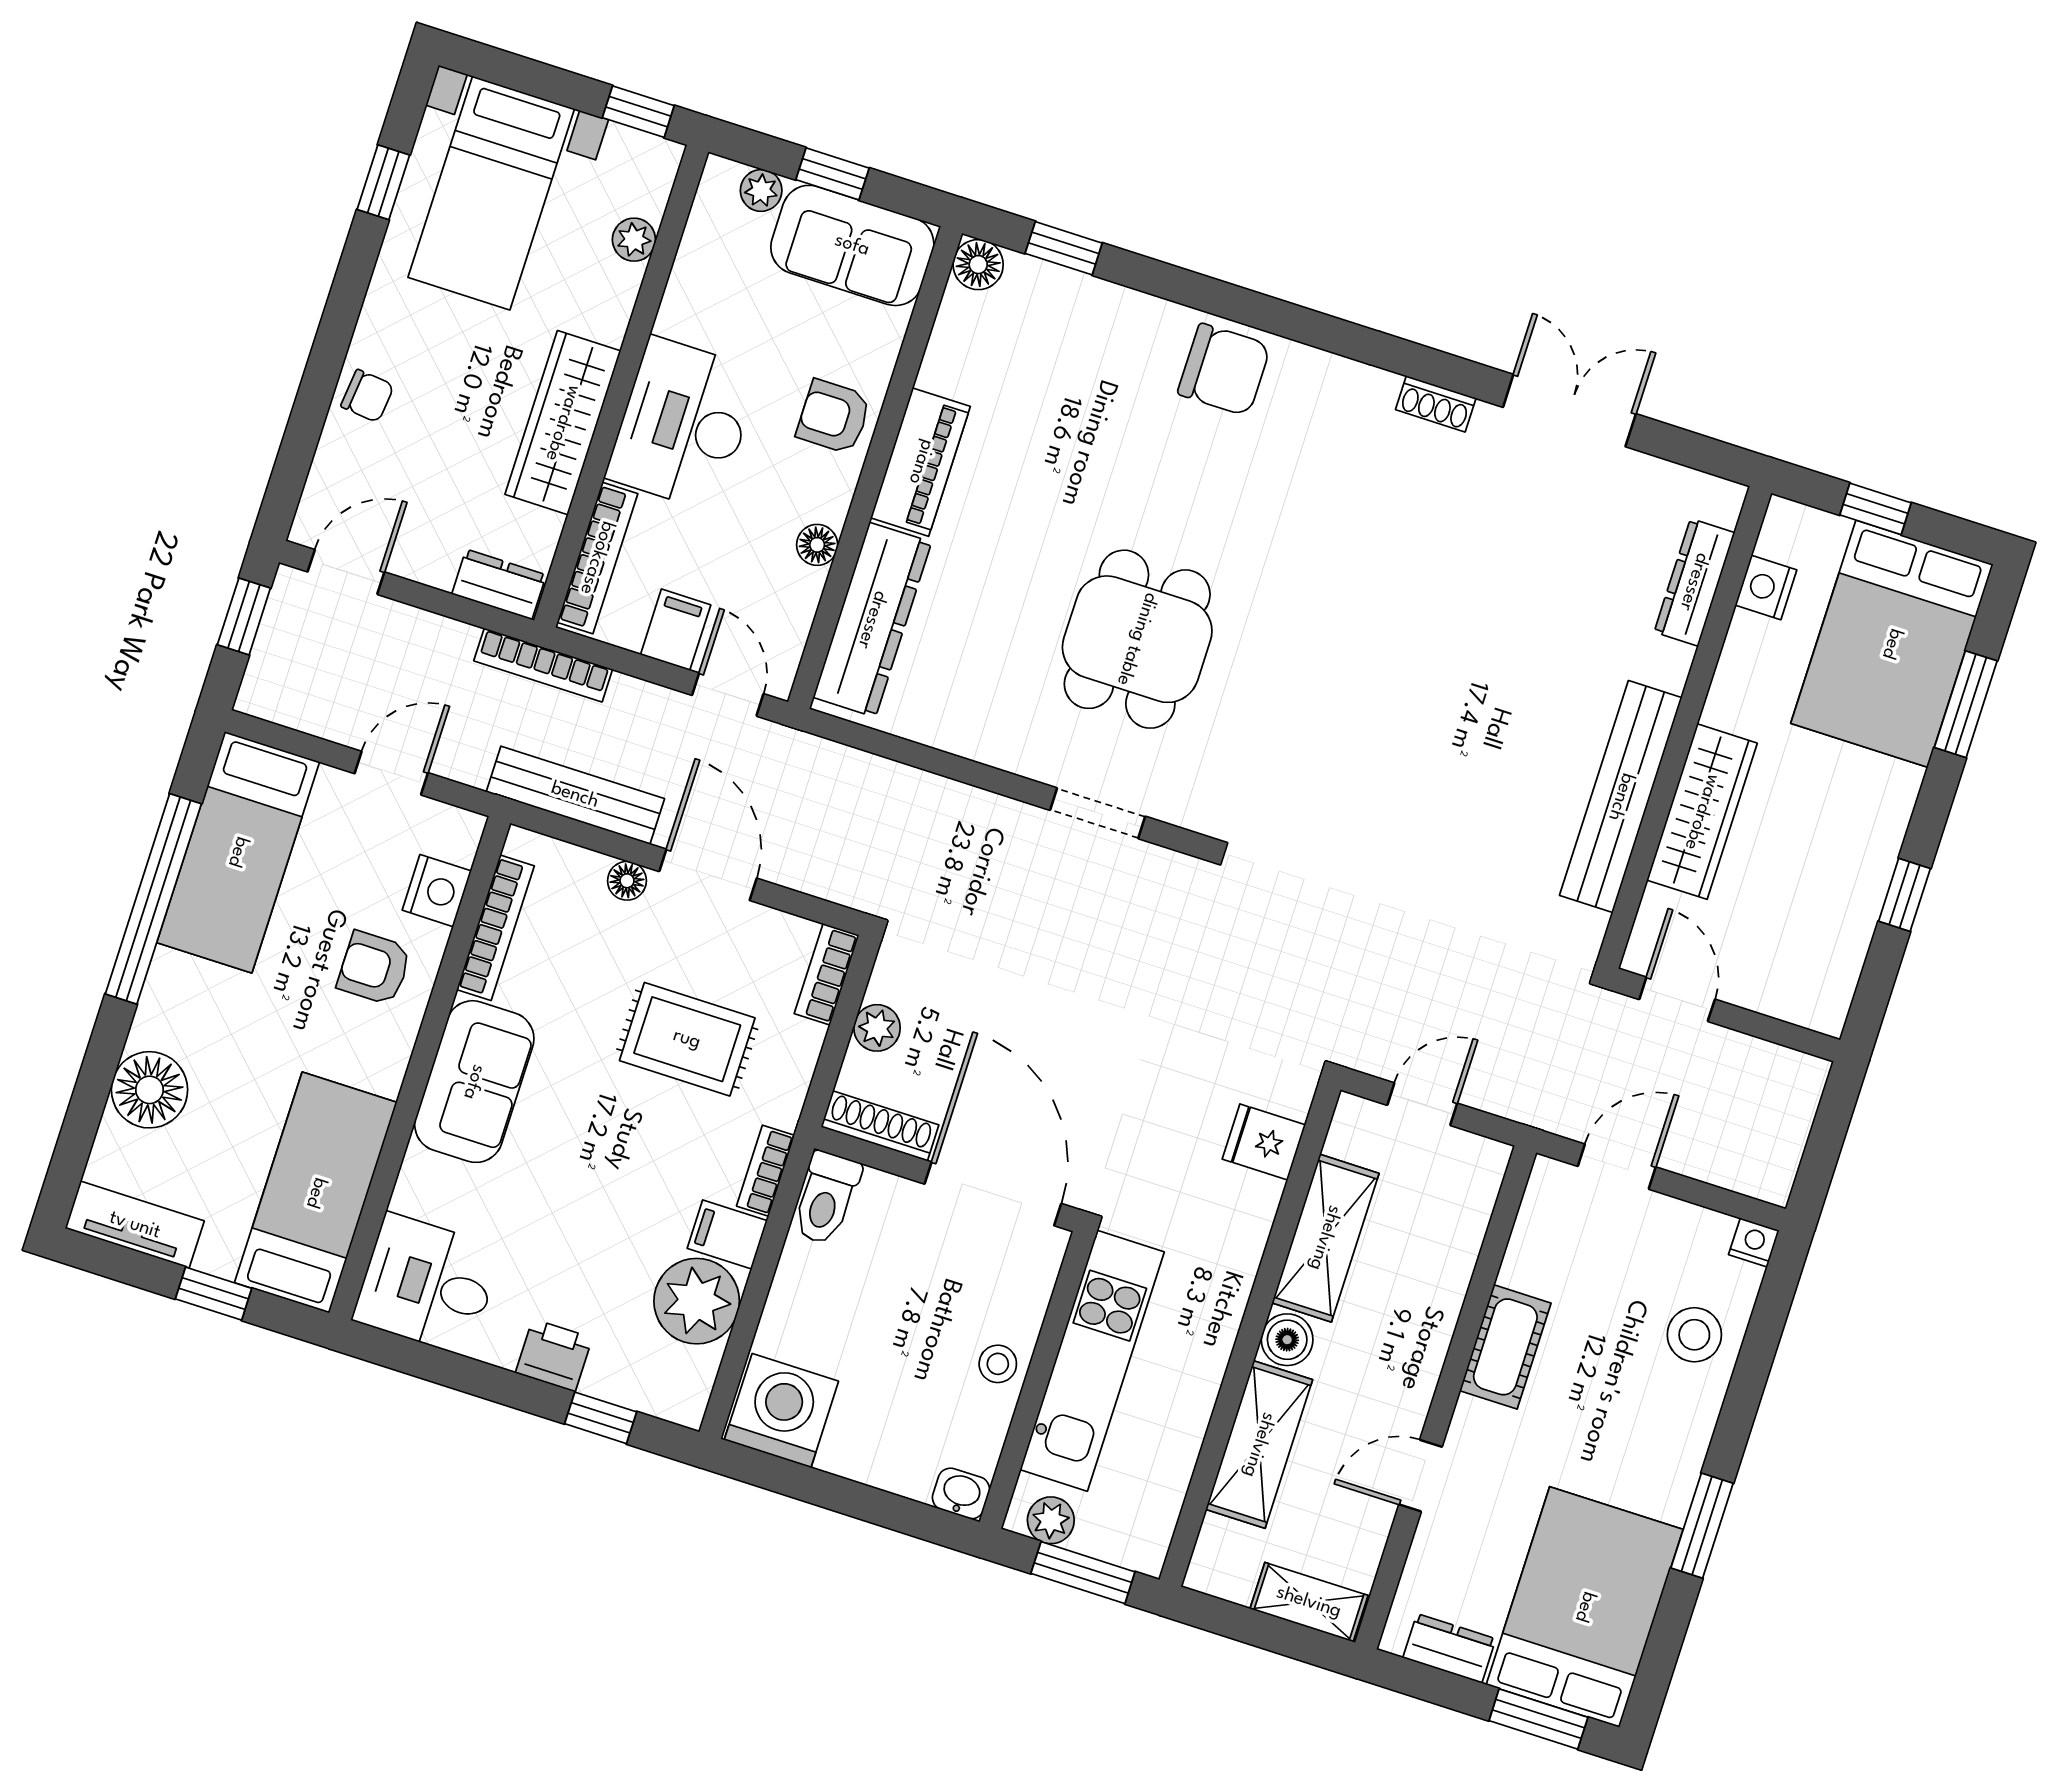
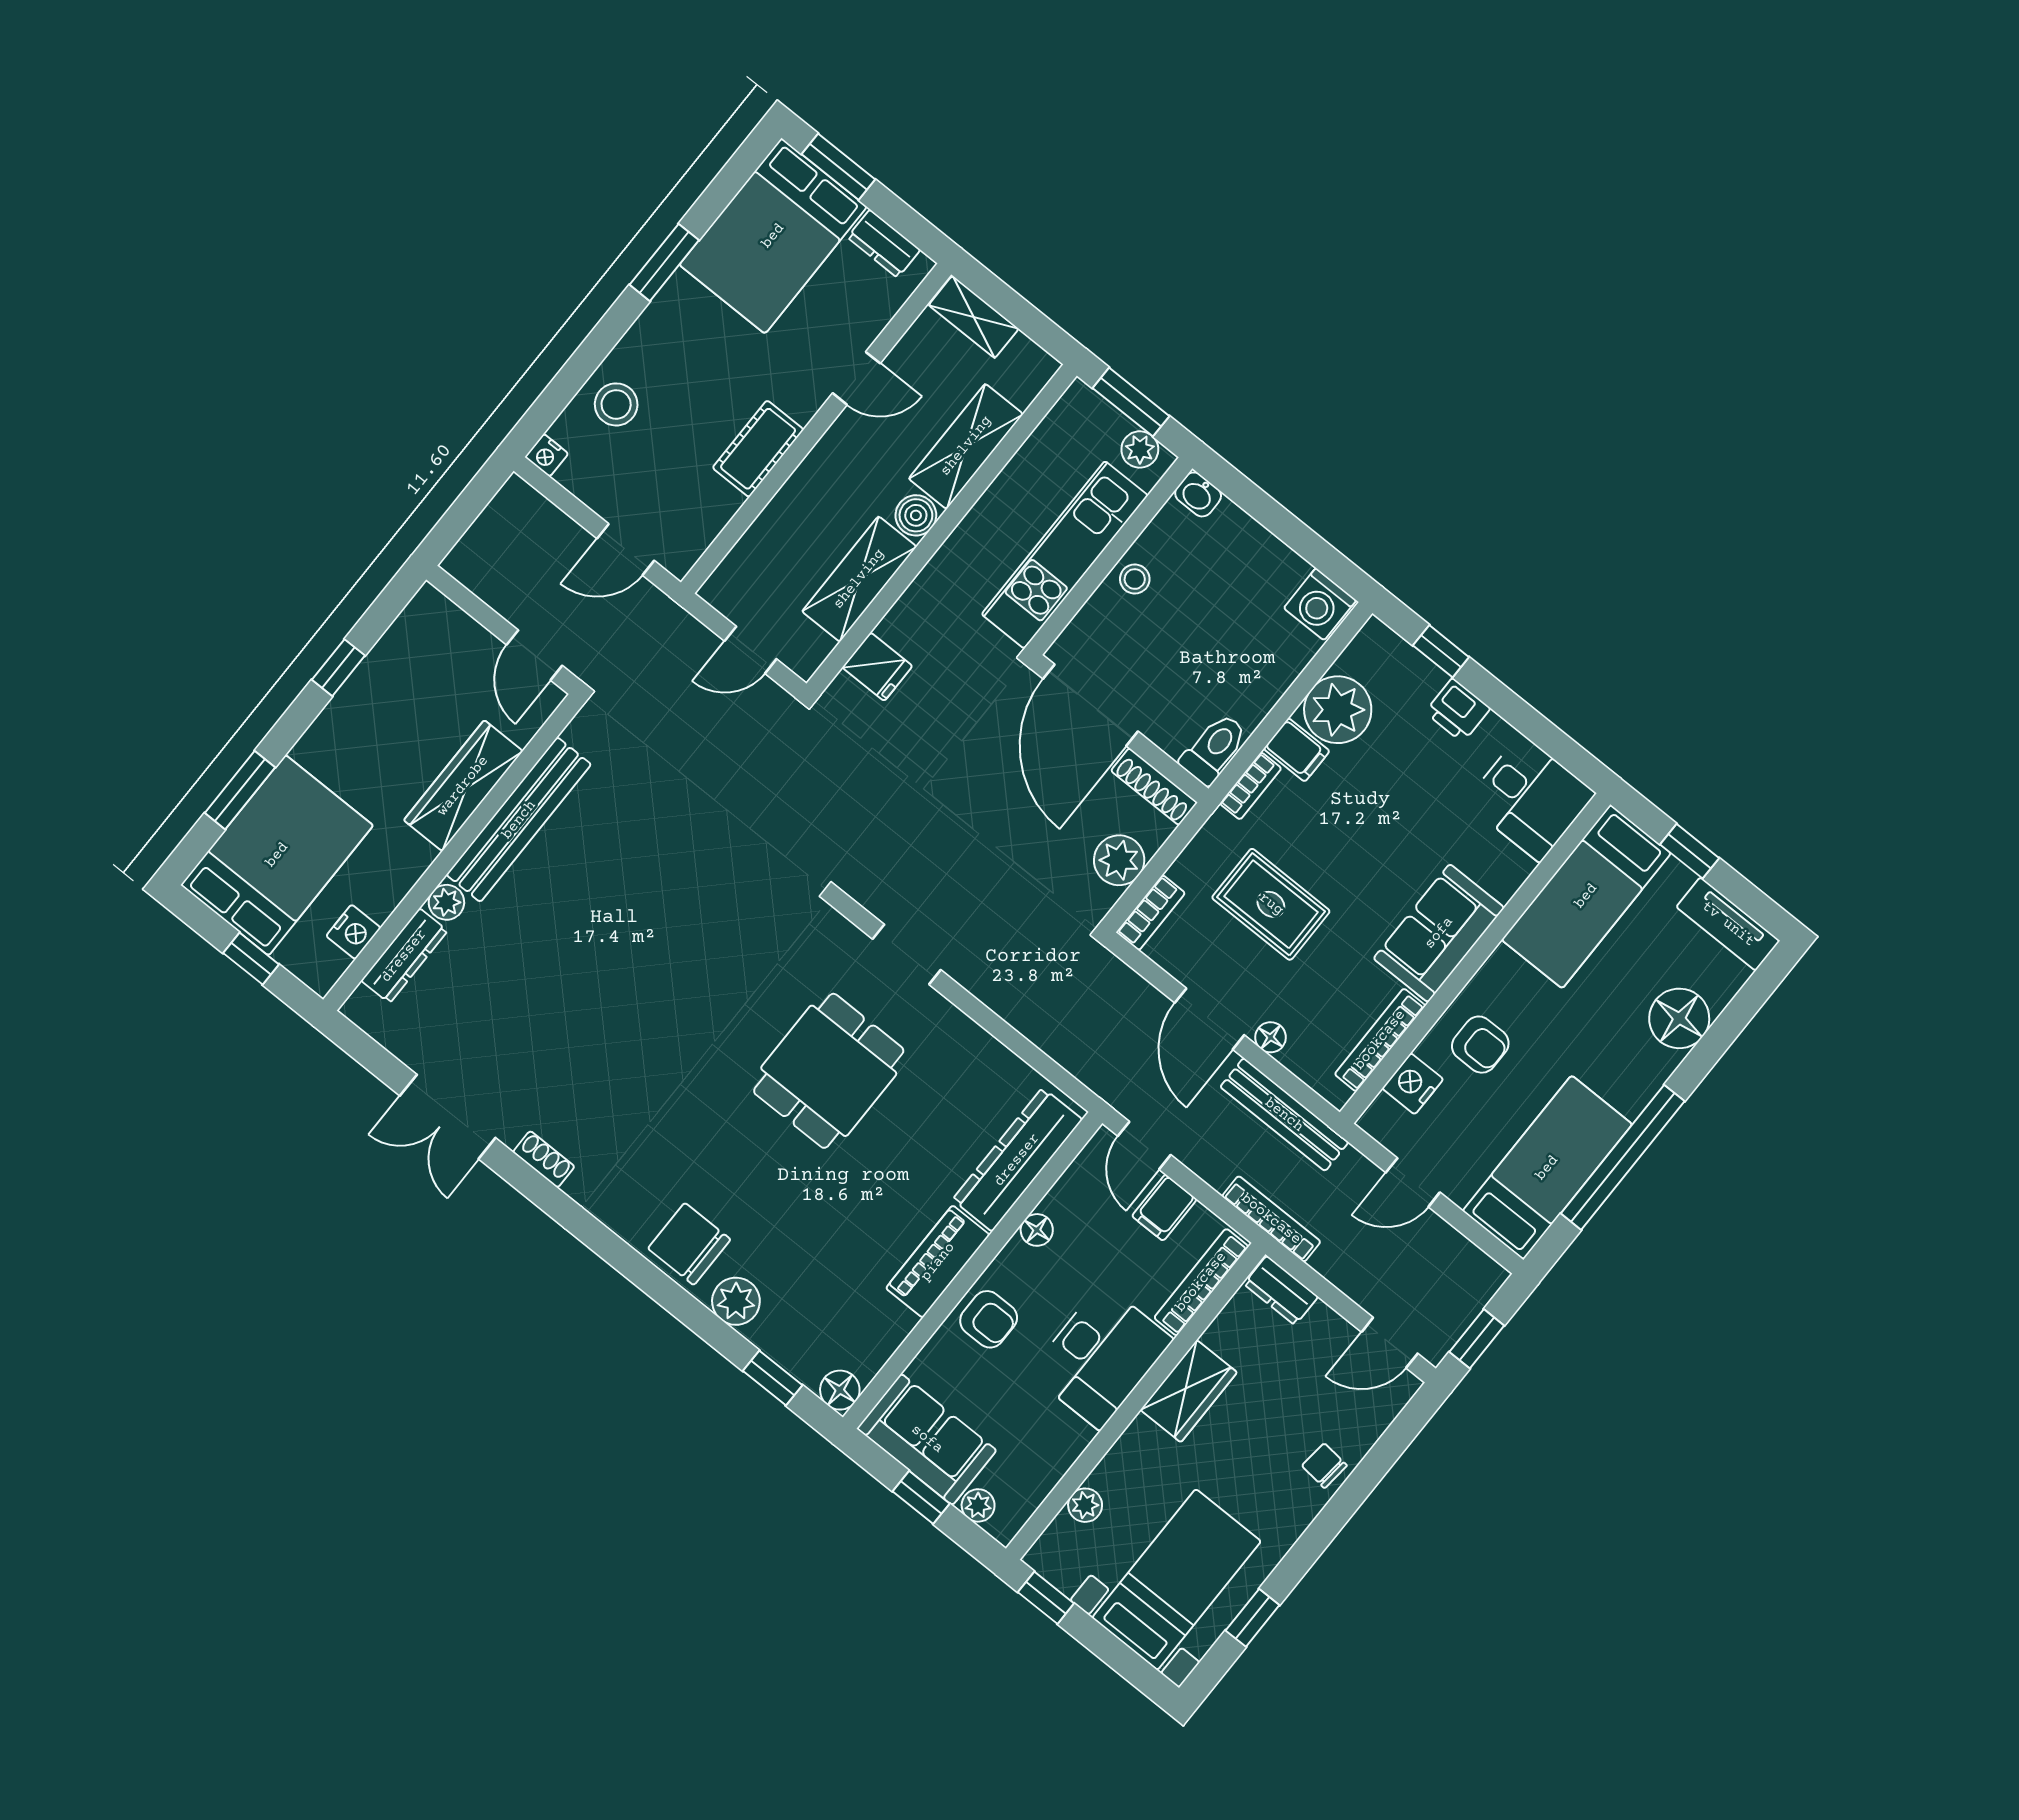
plant: (1142, 323) -> (736, 1301), added
wardrobe: (563, 423) -> (1189, 1391), width x0.67
plant: (1669, 665) -> (446, 902), added
plant: (877, 1028) -> (1119, 860), width x1.38, depth x1.38
washing machine: (781, 1411) -> (1320, 604), width x0.73, depth x0.73

